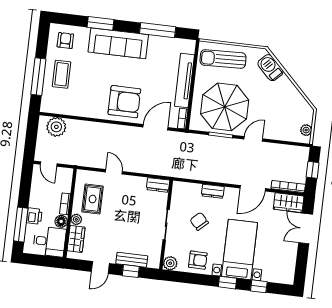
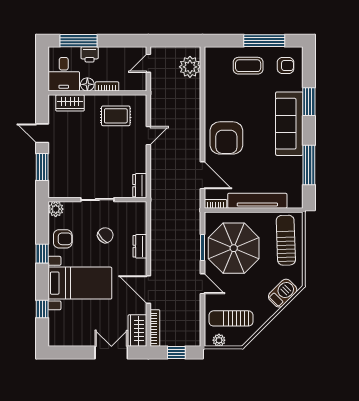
window: (38, 77) -> (264, 41), moved
sun lounger: (288, 117) -> (231, 318), added
plant: (76, 219) -> (91, 101), removed
bench: (132, 260) -> (55, 167), removed
armchair: (198, 260) -> (63, 239), turned -91
window: (131, 271) -> (42, 167), width x1.50
window: (227, 283) -> (42, 254), moved

